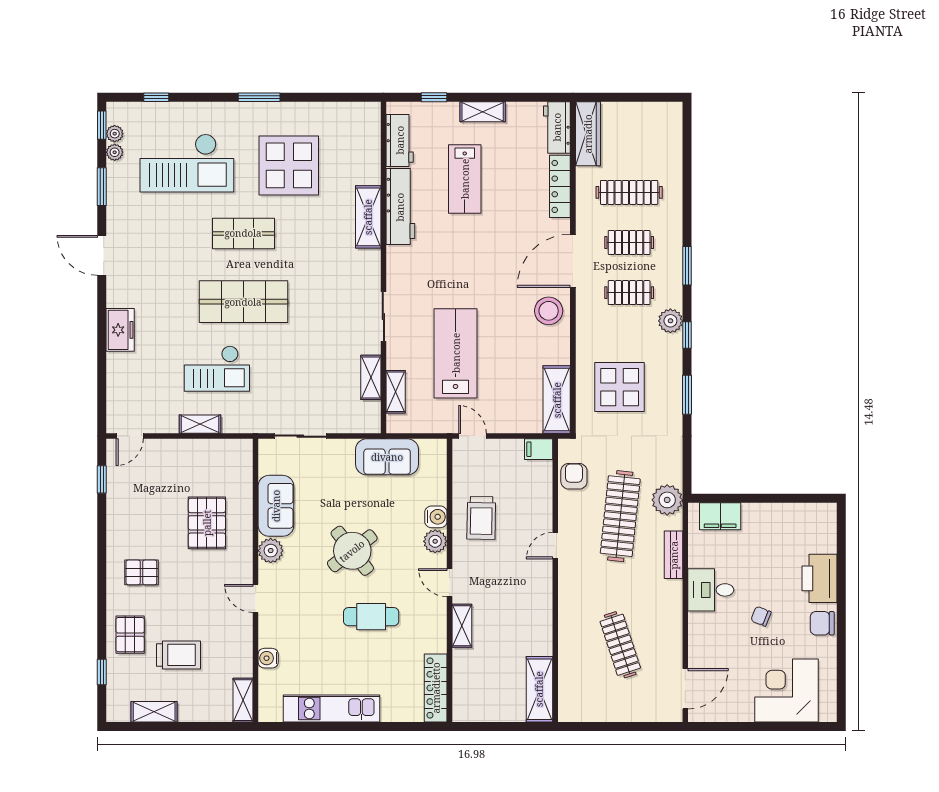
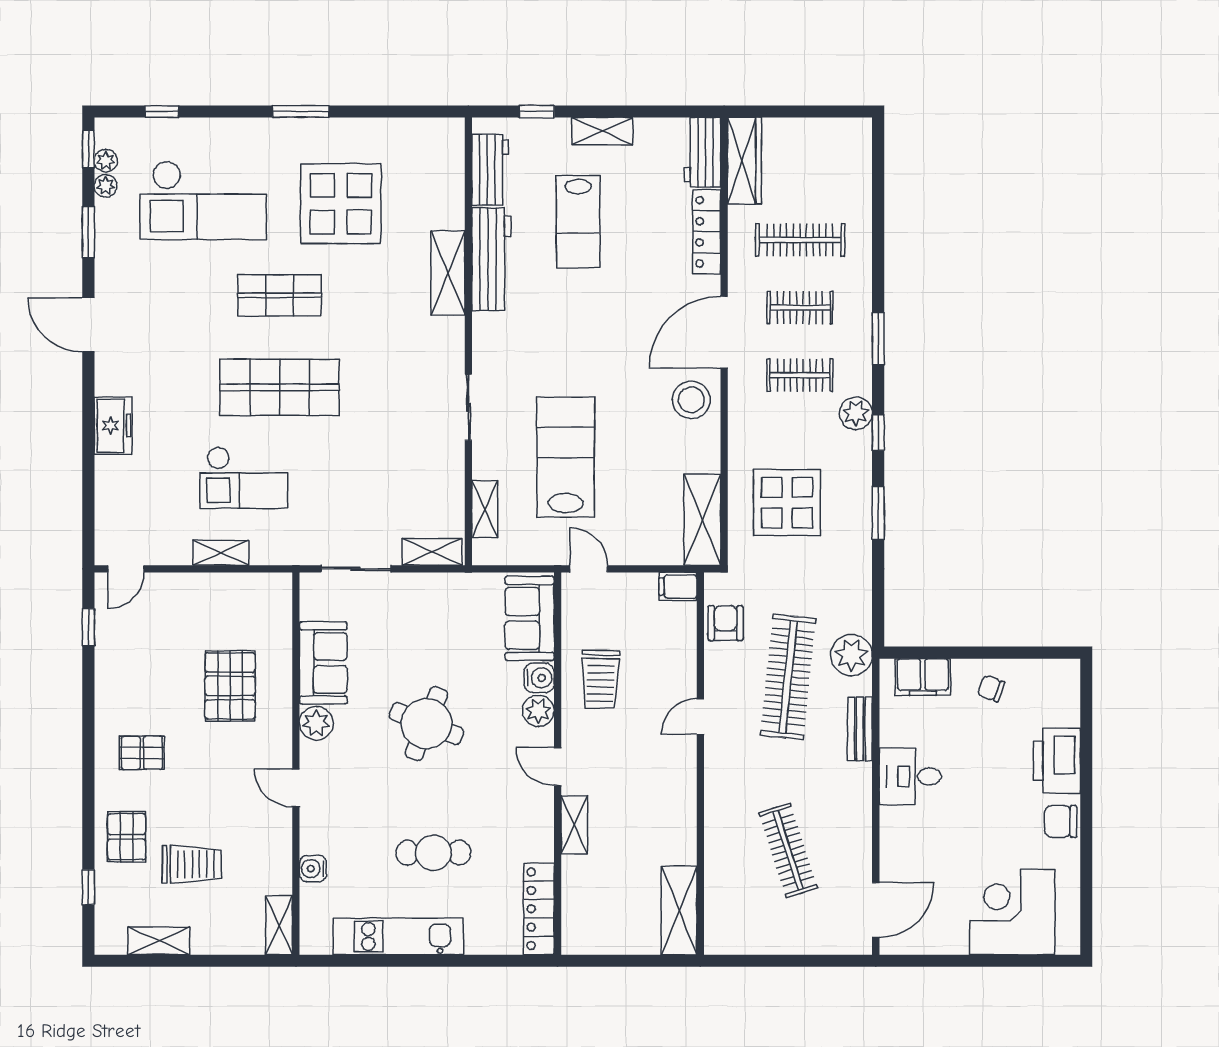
shelving: (371, 377) -> (432, 552), moved, turned 90
sofa: (387, 457) -> (530, 618), moved, turned 90
round table: (352, 551) -> (426, 724), turned -30
chair: (761, 616) -> (991, 688), moved
cafe table: (371, 617) -> (433, 853), moved

